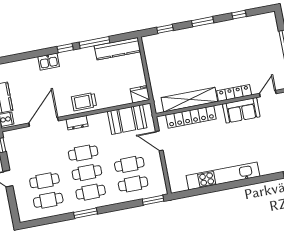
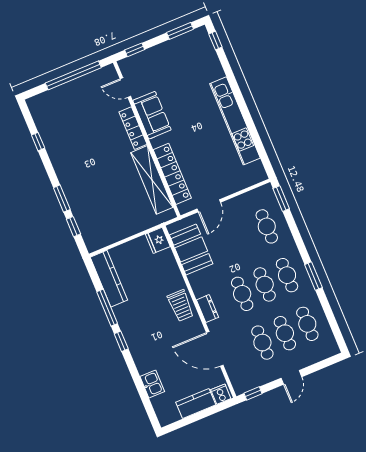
window: (203, 22) -> (62, 199), moved
kitchen sink: (49, 62) -> (152, 384), moved
cafe table: (129, 164) -> (262, 343), moved

